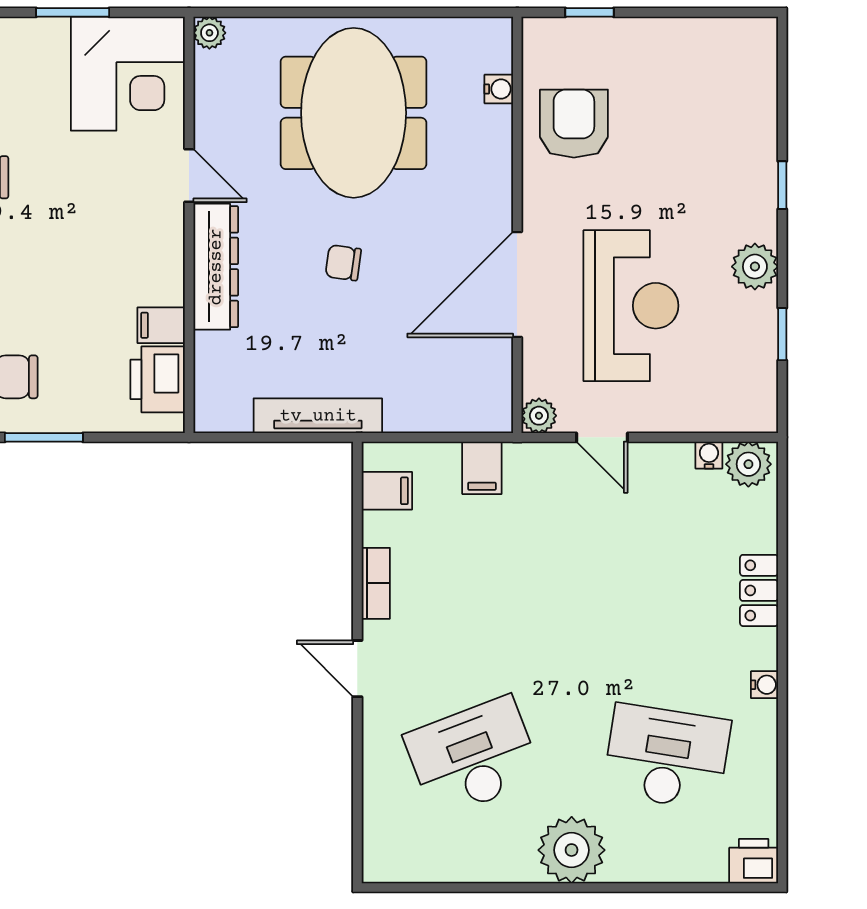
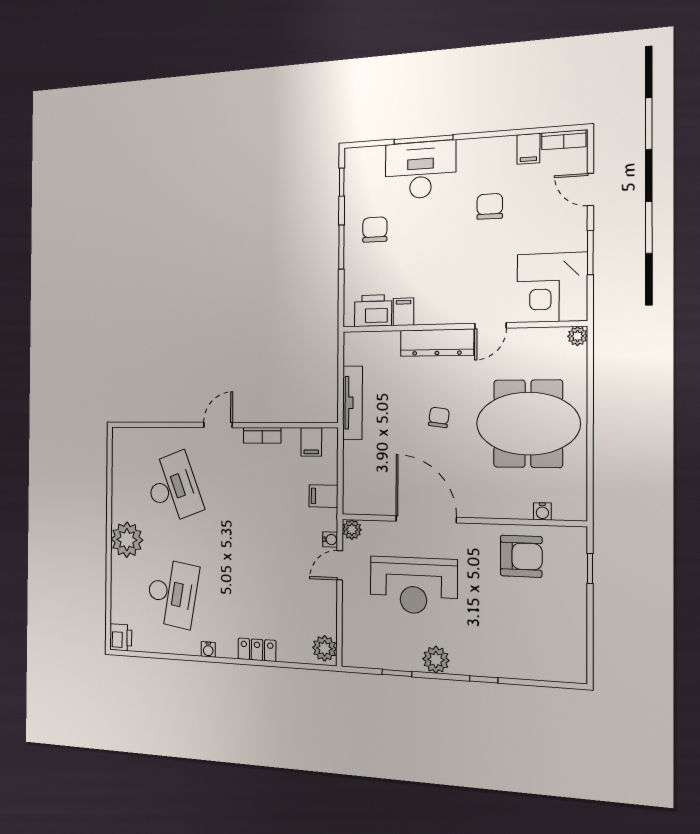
water cooler: (709, 455) -> (330, 539), moved

